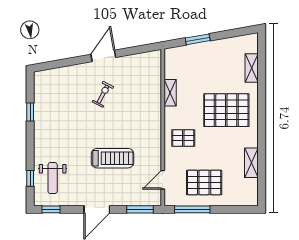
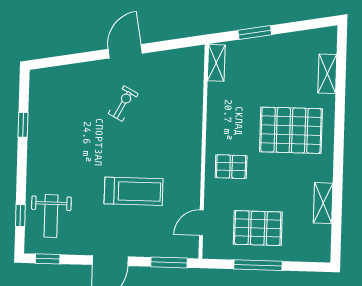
shelving: (170, 93) -> (216, 63), moved
window: (192, 209) -> (258, 265), moved

